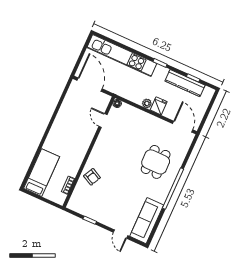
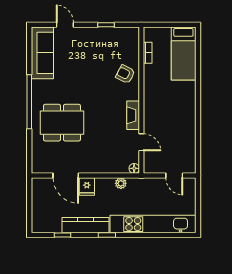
kitchen counter: (185, 83) -> (86, 225), moved
door: (90, 85) -> (174, 176), width x0.53
plant: (147, 103) -> (121, 183), moved
door: (183, 127) -> (66, 176), moved
fireplace: (100, 143) -> (133, 115), added
dining table: (156, 162) -> (62, 123), width x1.38

